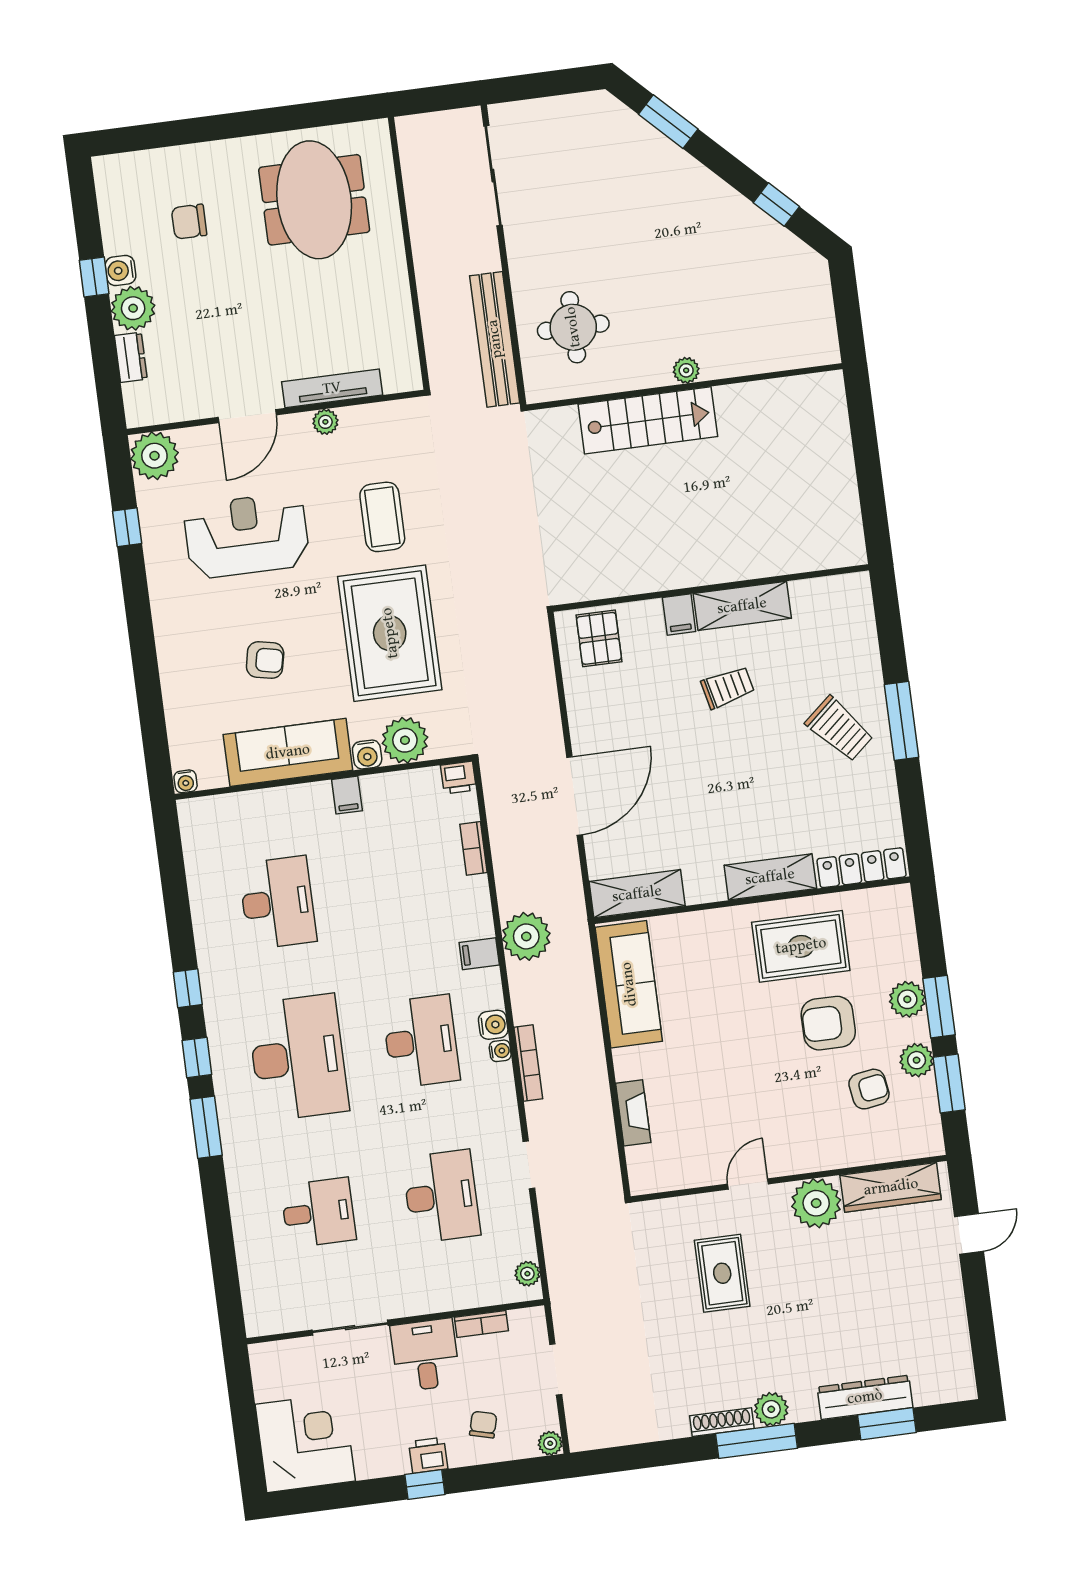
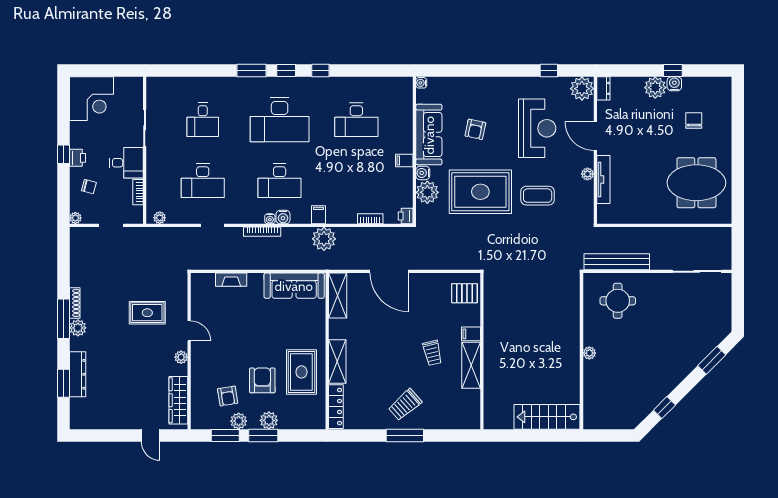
dresser: (131, 357) -> (603, 88), moved, turned -90
stairs: (648, 420) -> (547, 417), moved, turned 90
plant: (816, 1203) -> (181, 357), width x0.53, depth x0.53

